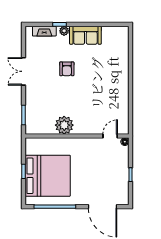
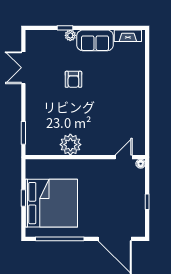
fireplace: (44, 31) -> (128, 36), moved
double door: (24, 71) -> (23, 68), moved

